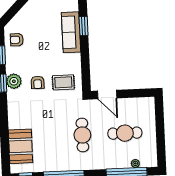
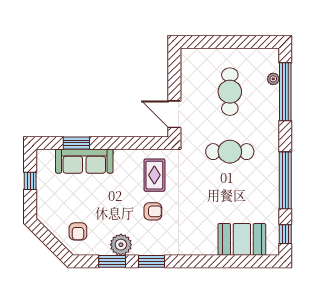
armchair: (17, 40) -> (78, 231), moved
plant: (14, 81) -> (121, 245), moved
door: (107, 95) -> (174, 114), swing flipped

